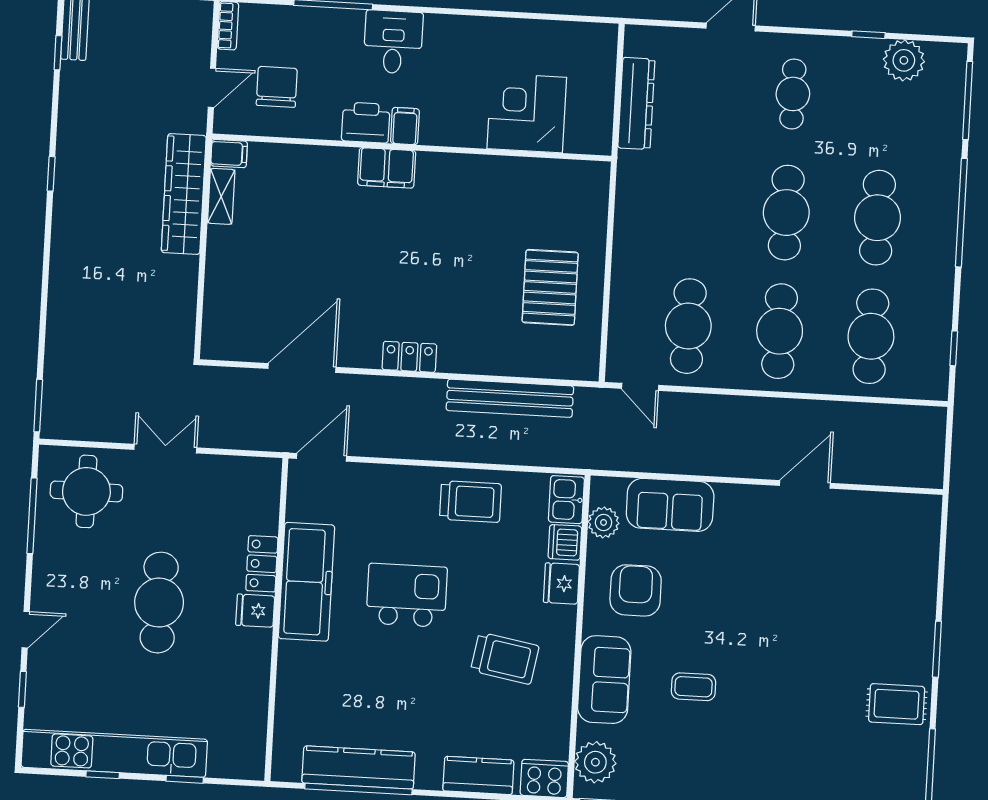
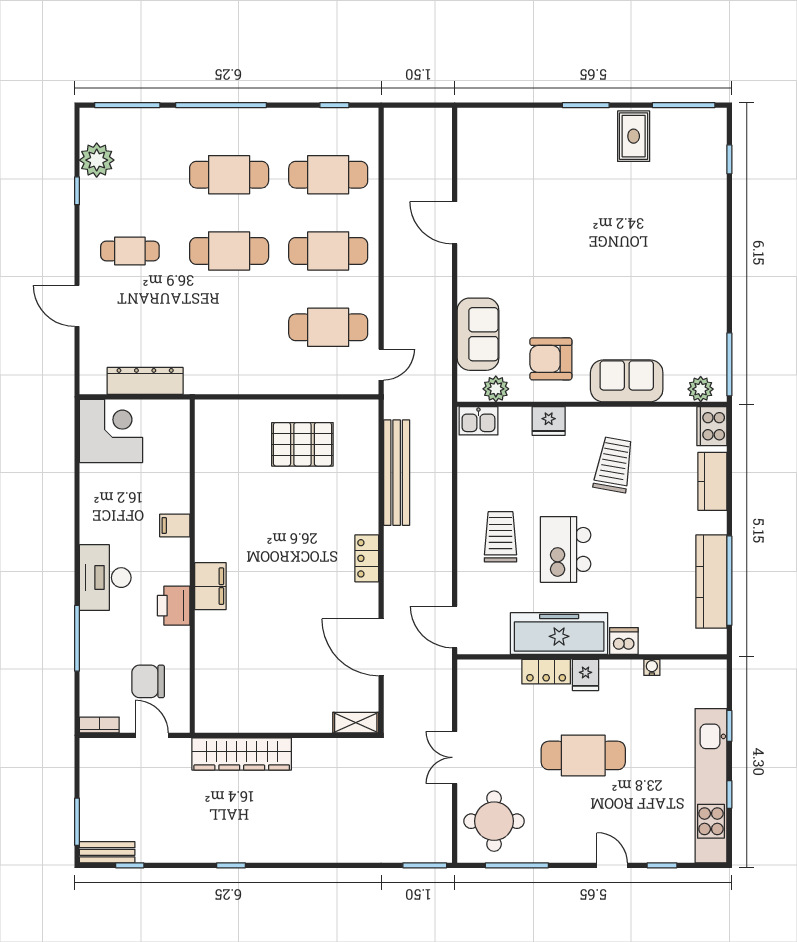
desk: (393, 42) -> (105, 578), width x1.37
corner desk: (527, 113) -> (111, 431), moved, turned 180
filing cabinet: (405, 126) -> (175, 525), moved
filing cabinet: (229, 154) -> (206, 718), removed
shelving: (221, 196) -> (356, 723), moved
trolley: (470, 502) -> (500, 537), moved
dishwasher: (565, 542) -> (624, 641), moved, turned 180
coffee table: (693, 687) -> (628, 306), removed
water cooler: (260, 691) -> (652, 667), added
plant: (595, 762) -> (701, 389), width x0.73, depth x0.73

